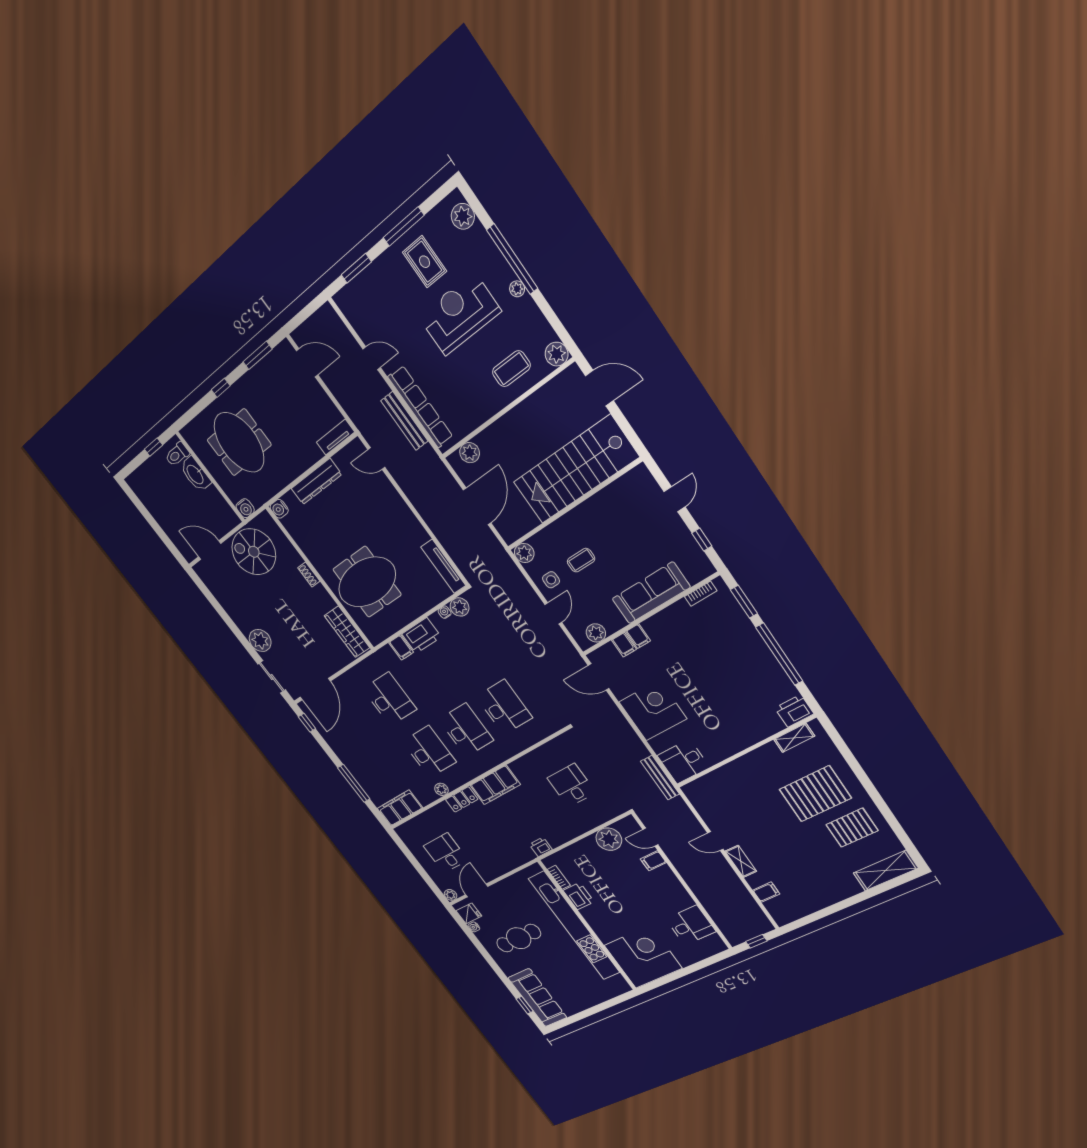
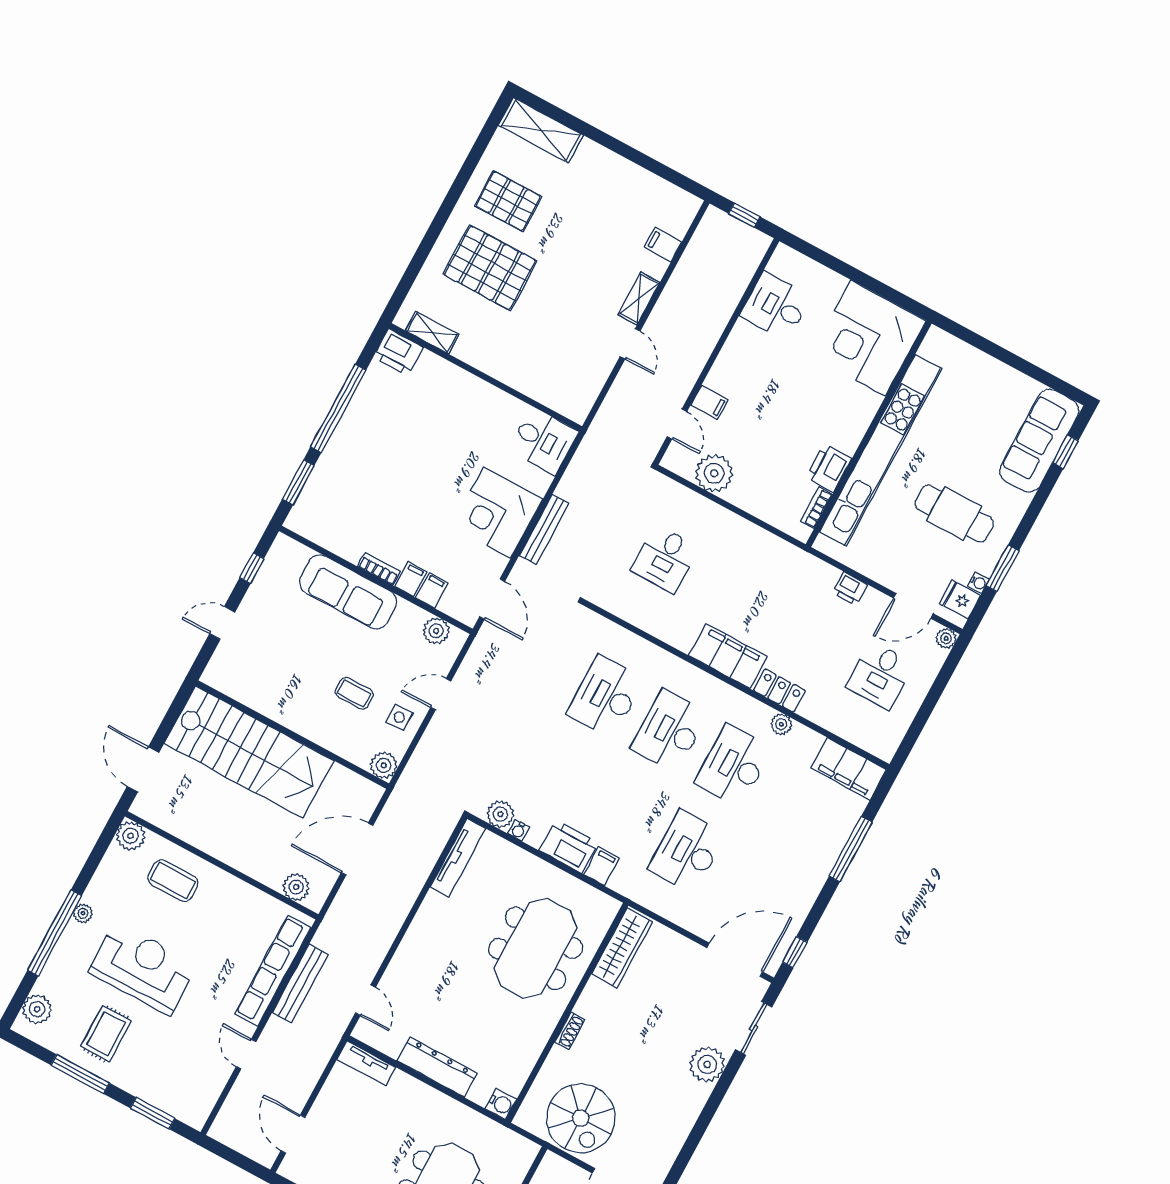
reception desk: (459, 314) -> (143, 968), turned 180
water cooler: (245, 508) -> (526, 1151), removed
meeting table: (367, 582) -> (536, 948), turned 90
bookcase: (701, 594) -> (379, 569), moved
bench: (660, 778) -> (544, 529), moved
printer: (541, 847) -> (850, 589), moved
window: (476, 942) -> (1002, 568), added

